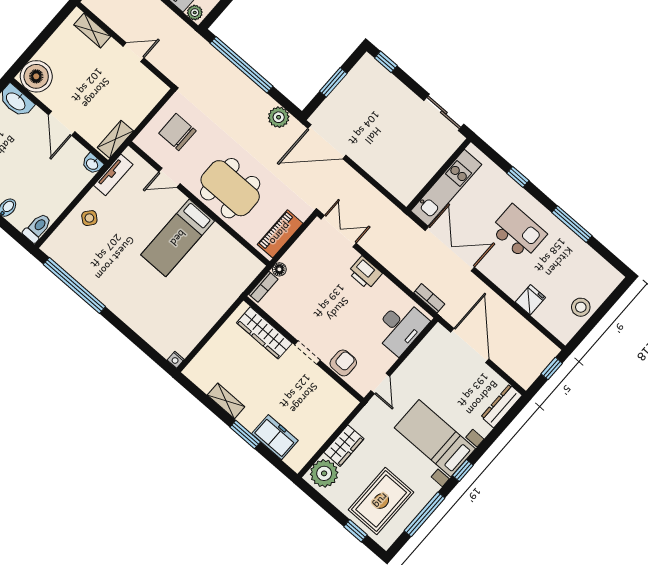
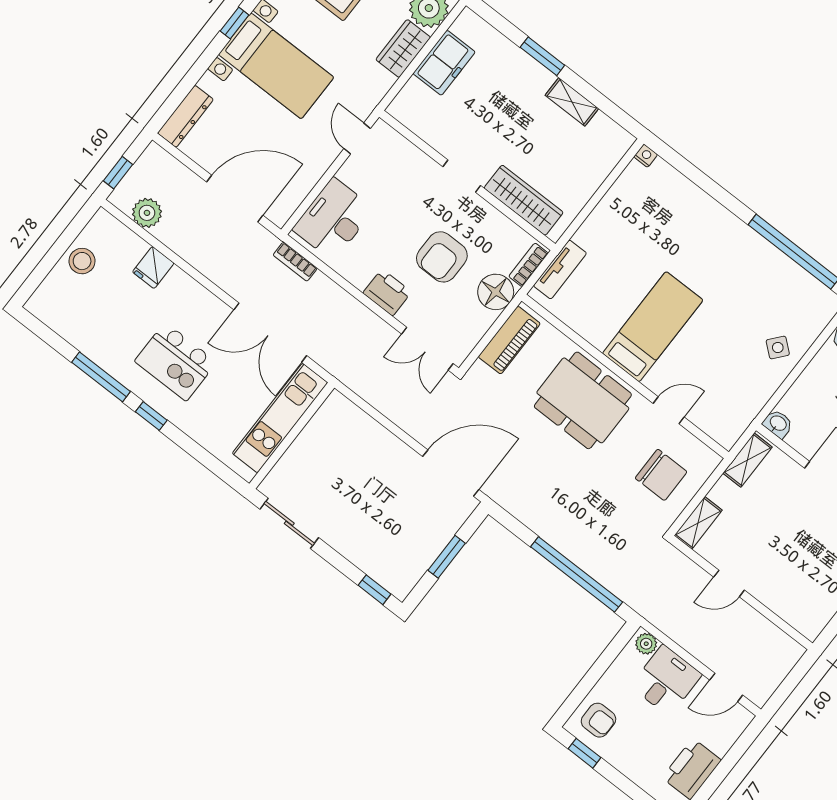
shelving: (92, 31) -> (698, 523), moved, turned 90
plant: (279, 117) -> (147, 213), moved
tv unit: (113, 175) -> (560, 269), moved, turned 180
window: (518, 177) -> (151, 416), moved
floor lamp: (279, 269) -> (496, 292), width x1.89, depth x1.89
door: (470, 346) -> (235, 199), swing flipped
armchair: (343, 363) -> (442, 257), moved, width x1.38, depth x1.38
freezer: (275, 437) -> (444, 63), moved, turned -90

